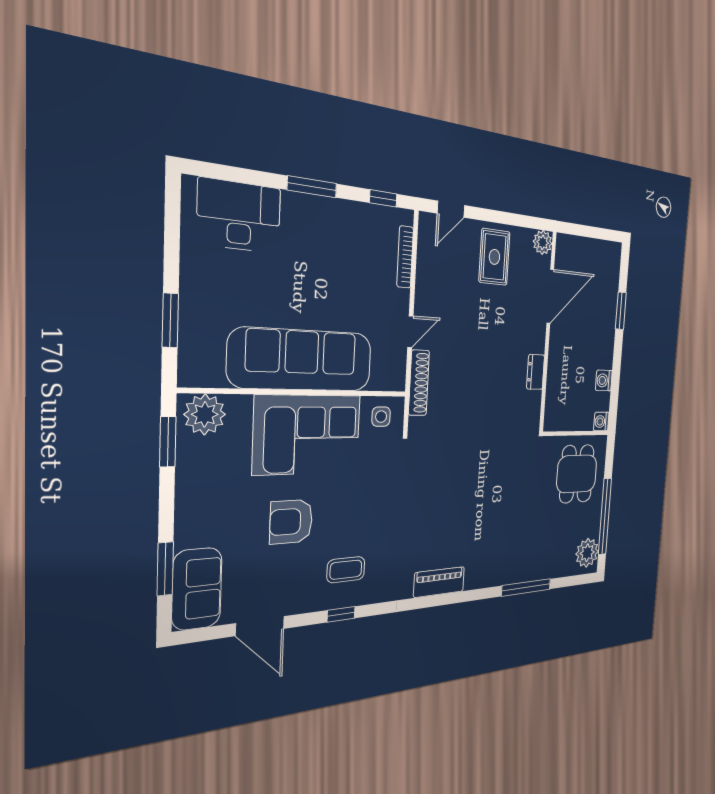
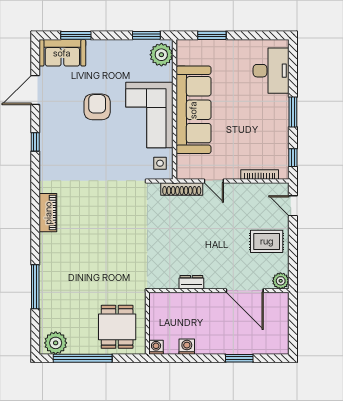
dining table: (577, 474) -> (117, 327), turned 90
coffee table: (346, 570) -> (64, 144), removed

